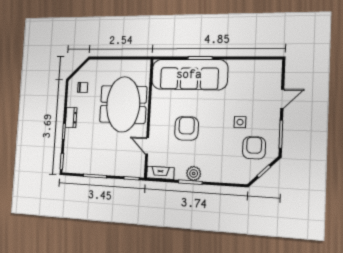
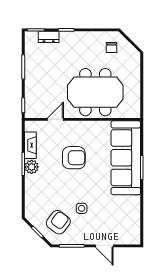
dresser: (71, 118) -> (49, 37), moved
armchair: (254, 148) -> (58, 222), turned -53
fireplace: (160, 173) -> (30, 145), moved

